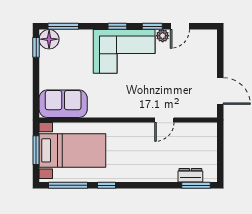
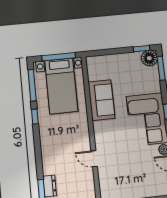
sofa: (63, 104) -> (101, 100), moved
window: (36, 150) -> (59, 57), width x1.44

